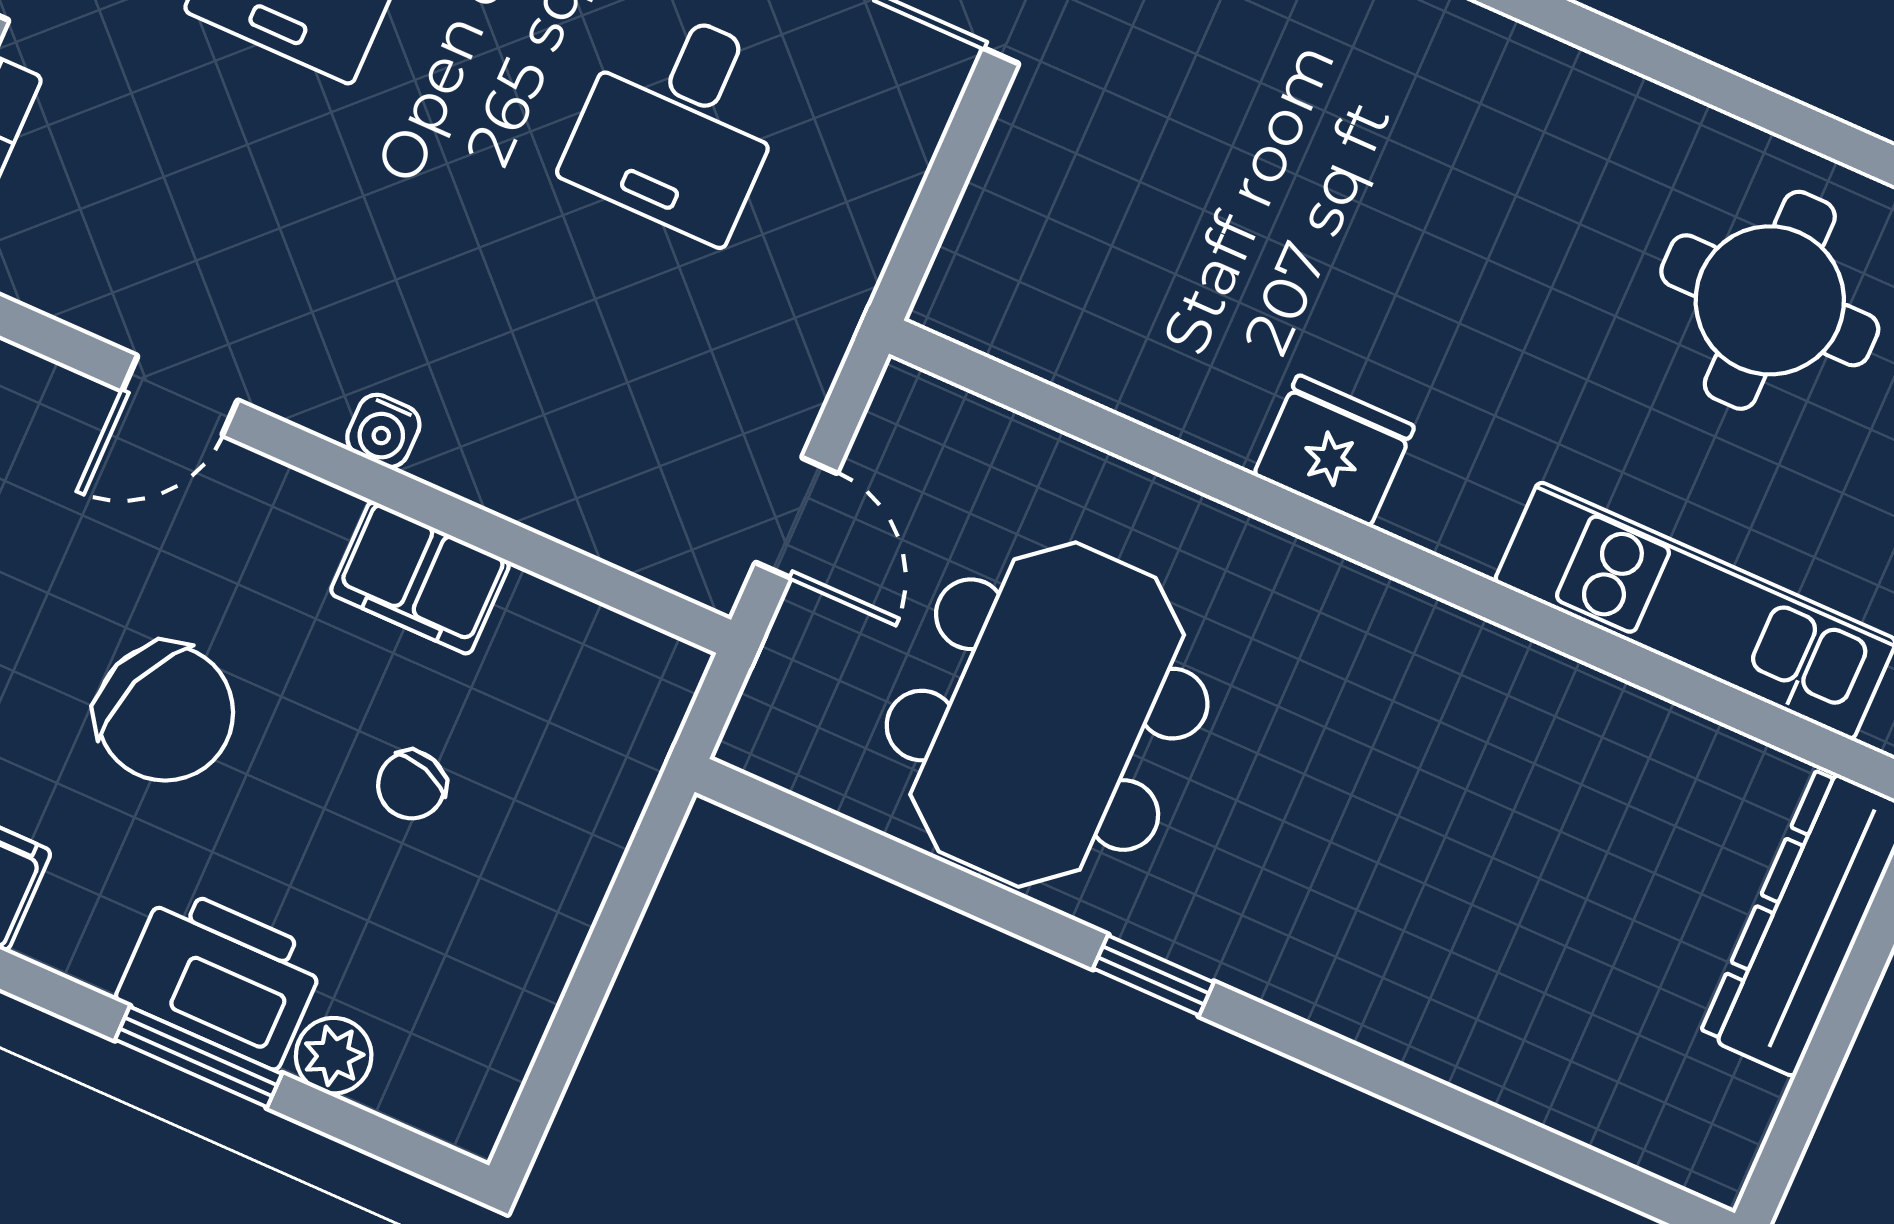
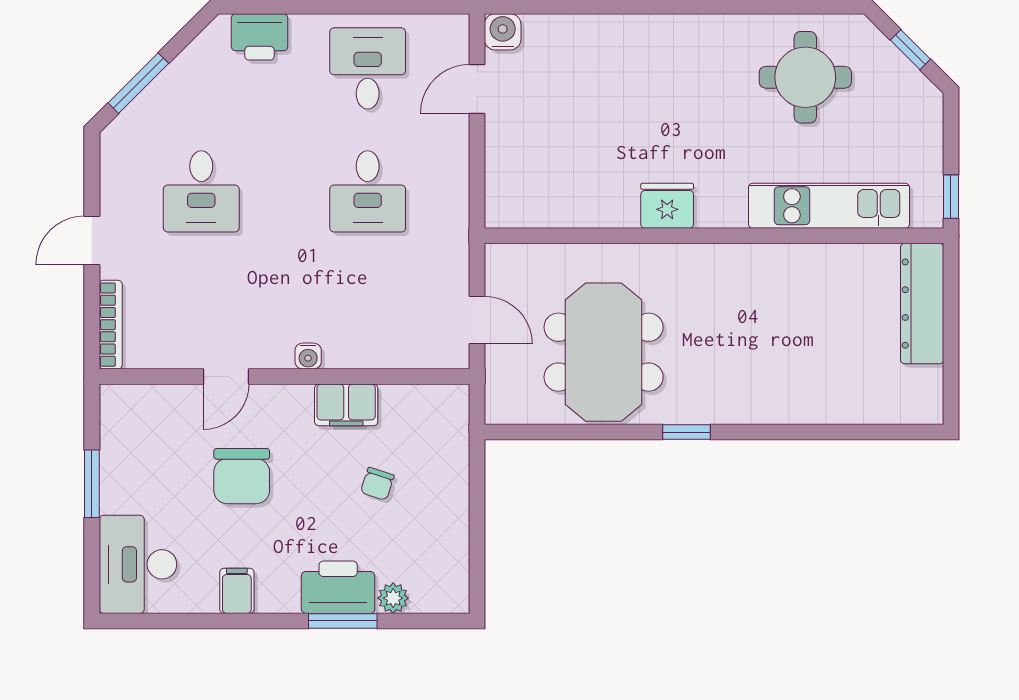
chair: (165, 713) -> (242, 476), moved, turned 69

